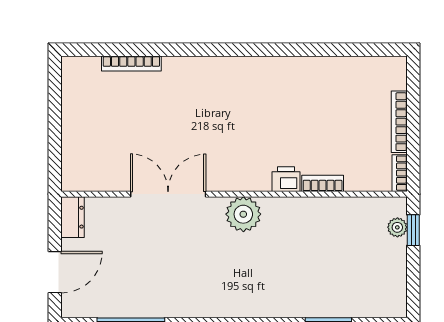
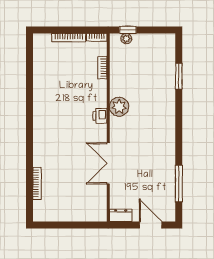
printer: (286, 179) -> (100, 116), moved
bookcase: (323, 183) -> (102, 68), moved
plant: (243, 214) -> (119, 107), moved

